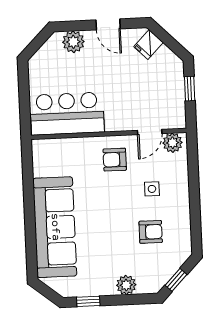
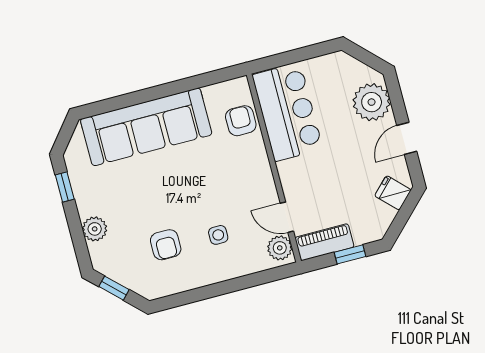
plant: (73, 42) -> (372, 102), width x1.36, depth x1.36
piano: (176, 107) -> (324, 242), added
armchair: (115, 160) -> (241, 121), moved

